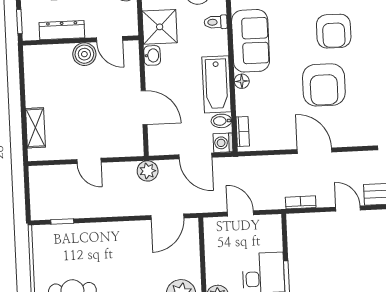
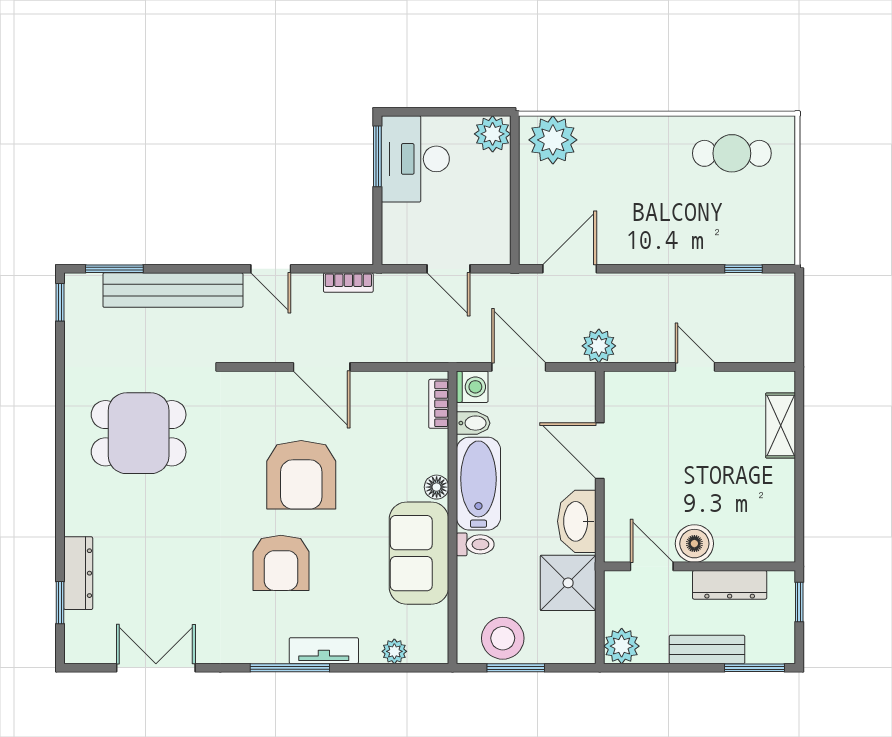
toilet: (216, 22) -> (475, 544), moved
armchair: (334, 31) -> (281, 563), turned 180
washbasin: (152, 55) -> (577, 521), width x1.91, depth x1.45
armchair: (324, 85) -> (301, 475), turned 180

